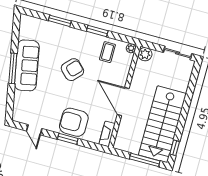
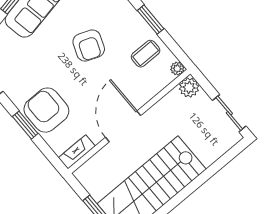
armchair: (72, 70) -> (89, 46), turned 67

